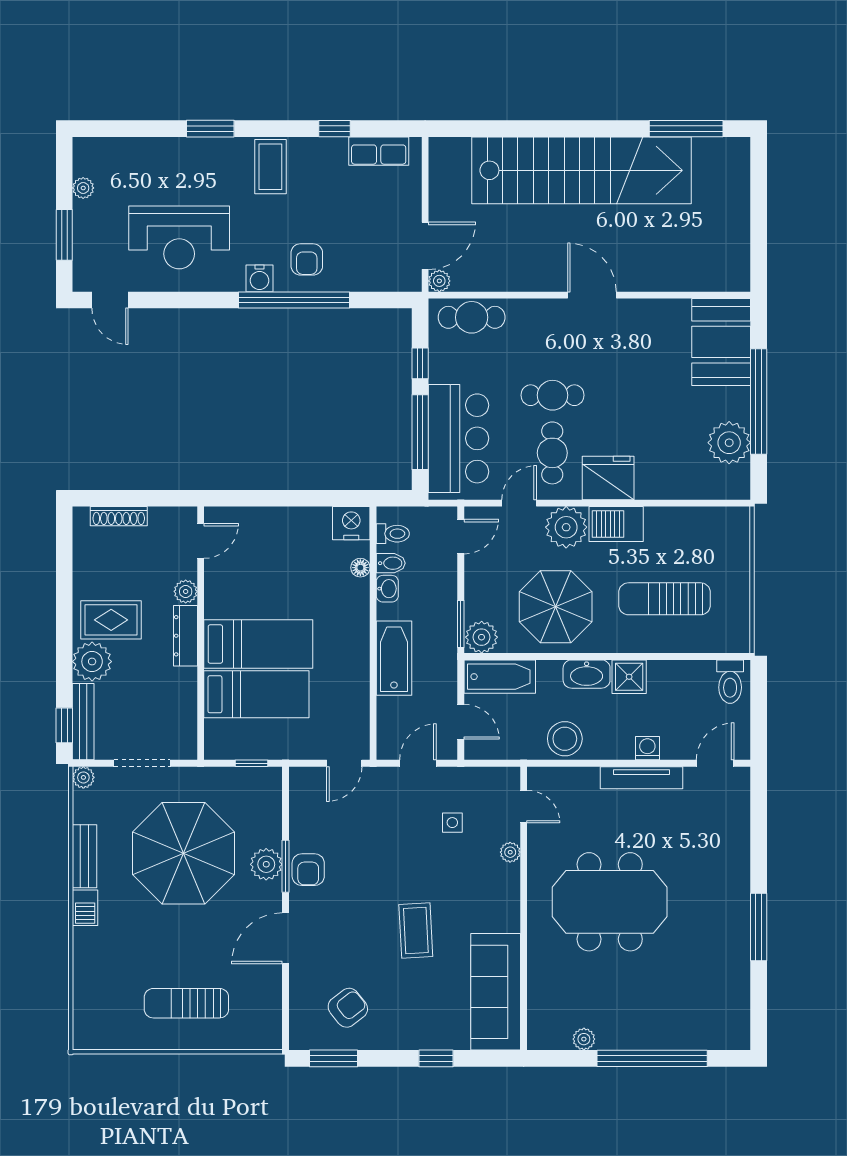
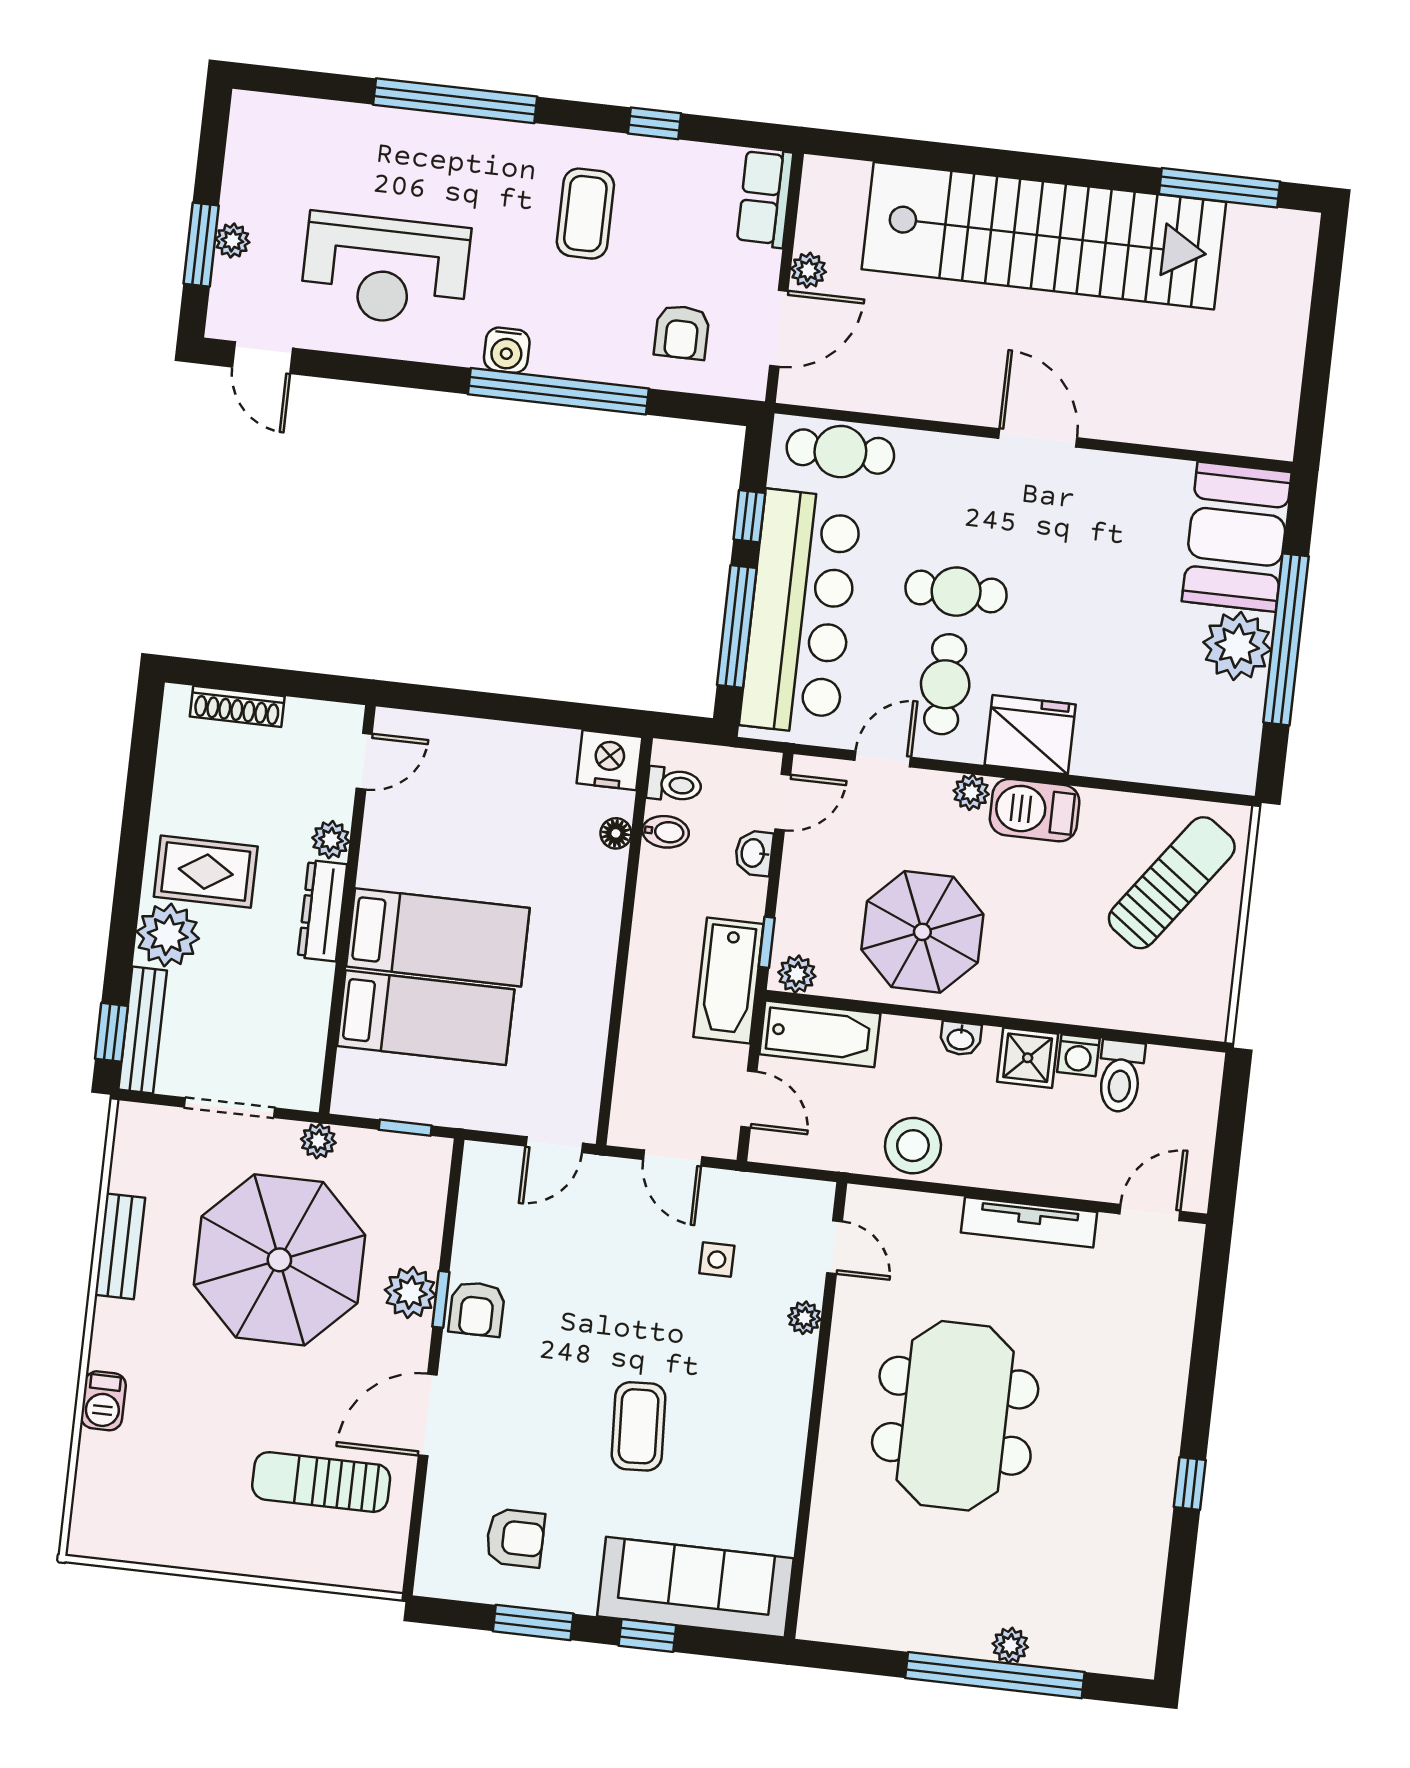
window: (210, 129) -> (455, 101), width x2.11
row of seats: (379, 151) -> (765, 198), moved, turned 90
coffee table: (270, 167) -> (585, 214), moved
plant: (83, 188) -> (232, 241), moved
armchair: (307, 259) -> (682, 332), moved
plant: (439, 281) -> (808, 270), moved
bar counter: (458, 438) -> (801, 612), width x1.36
plant: (729, 443) -> (1237, 646), moved
plant: (566, 527) -> (971, 792), width x0.53, depth x0.53
washbasin: (387, 589) -> (754, 853), moved, turned 180
sun lounger: (665, 599) -> (1172, 883), moved, turned 126
window: (461, 624) -> (767, 942), width x0.67
plant: (482, 637) -> (797, 974), width x0.73, depth x0.73
bathtub: (394, 658) -> (728, 980), moved, turned 180
washbasin: (587, 674) -> (961, 1039), width x0.52, depth x0.69
toilet: (730, 682) -> (1120, 1076), moved
washing machine: (647, 748) -> (1078, 1055), moved, turned 180
door: (418, 763) -> (673, 1158), swing flipped
plant: (83, 777) -> (318, 1141), moved
window: (286, 866) -> (441, 1299), width x0.67
meeting table: (610, 902) -> (955, 1416), turned 90
barbecue: (85, 908) -> (103, 1401), moved
window: (759, 927) -> (1190, 1484), width x0.46
sofa: (496, 992) -> (695, 1587), moved, turned 90
sun lounger: (186, 1003) -> (321, 1482), moved
armchair: (348, 1008) -> (515, 1538), turned 38
plant: (584, 1039) -> (1010, 1645), moved
window: (333, 1058) -> (533, 1622), moved

